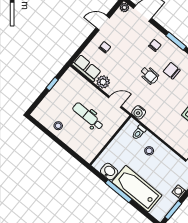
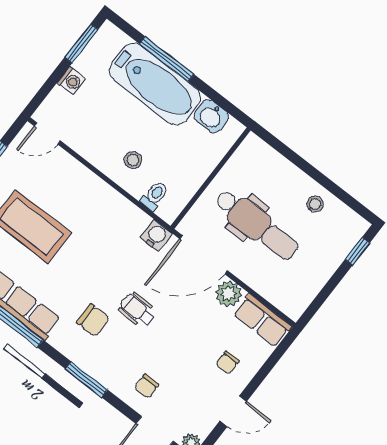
chair: (155, 45) -> (147, 386), moved
window: (52, 84) -> (357, 251), moved
door: (115, 102) -> (204, 255), width x1.87
dental chair: (88, 116) -> (257, 225), width x1.36, depth x1.38
window: (119, 191) -> (167, 59), moved

